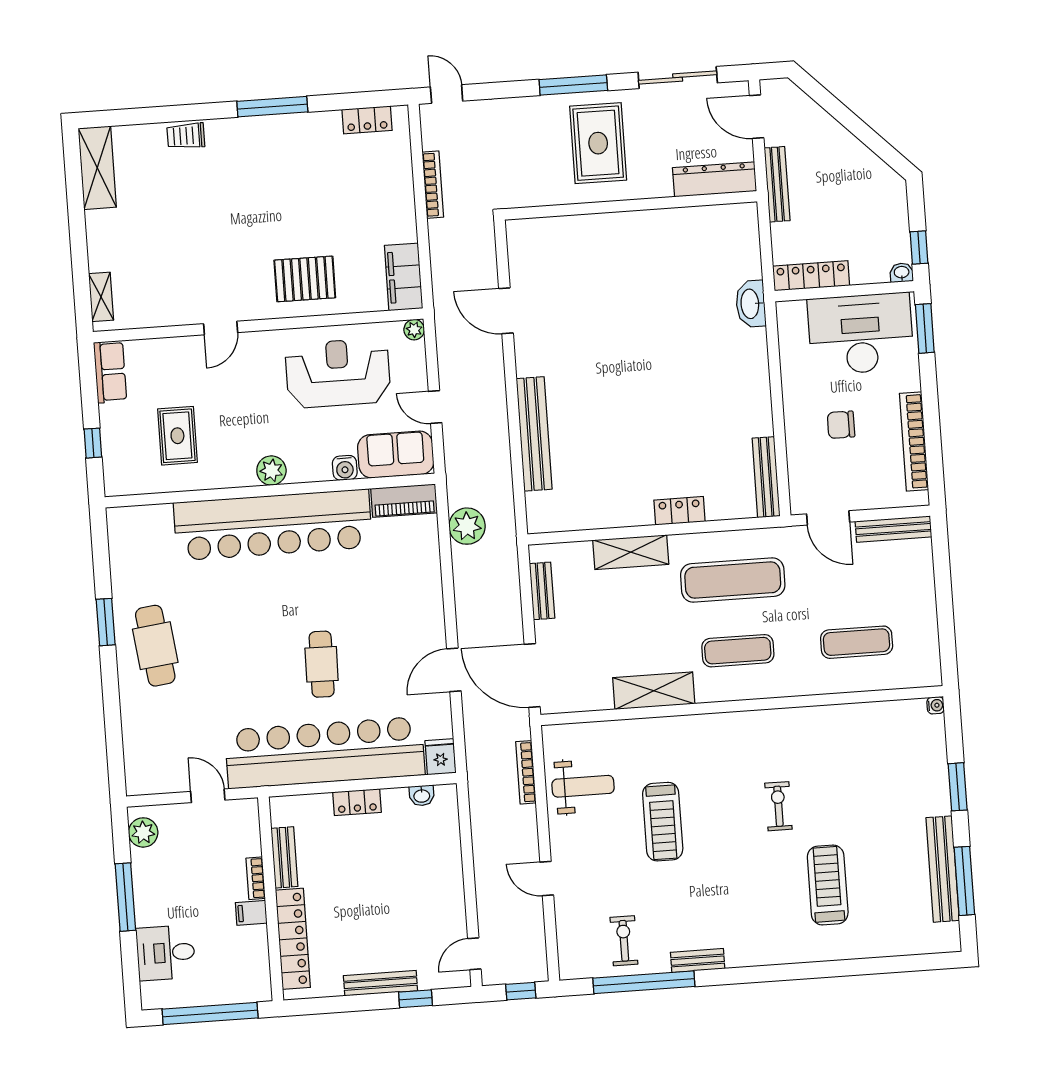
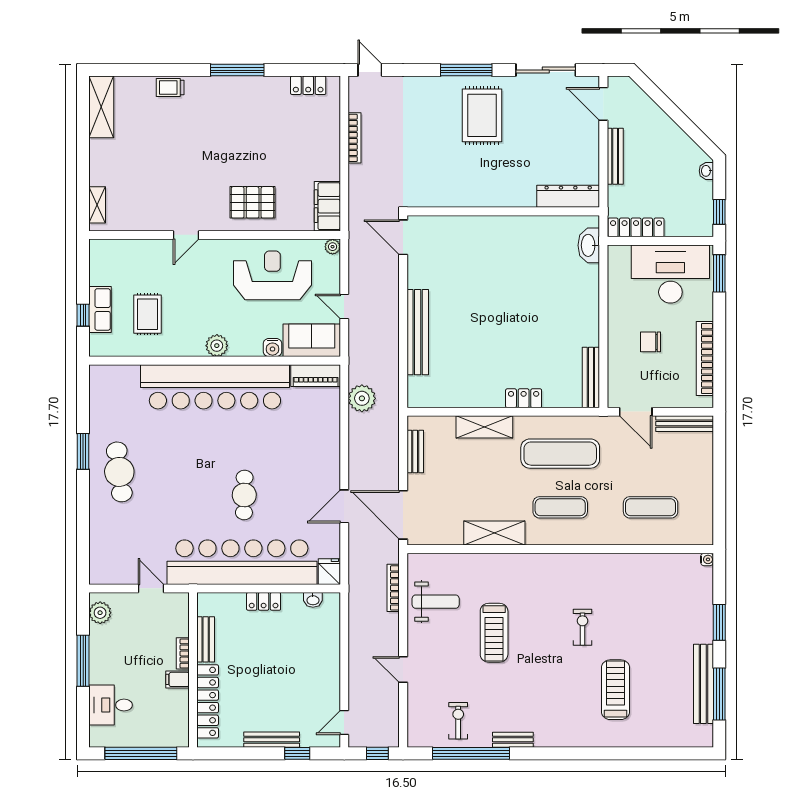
dresser: (715, 179) -> (568, 196), moved
wall: (631, 205) -> (503, 211), moved
washbasin: (902, 273) -> (706, 171), moved, turned -90
row of seats: (110, 372) -> (100, 309), moved

